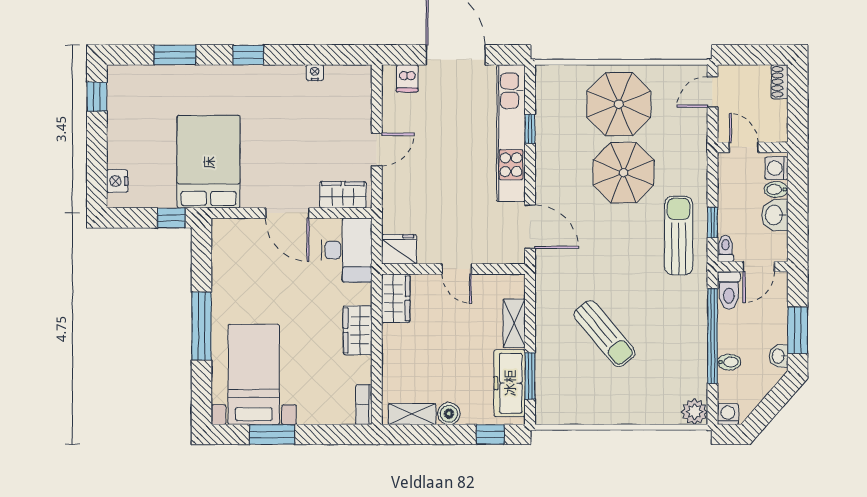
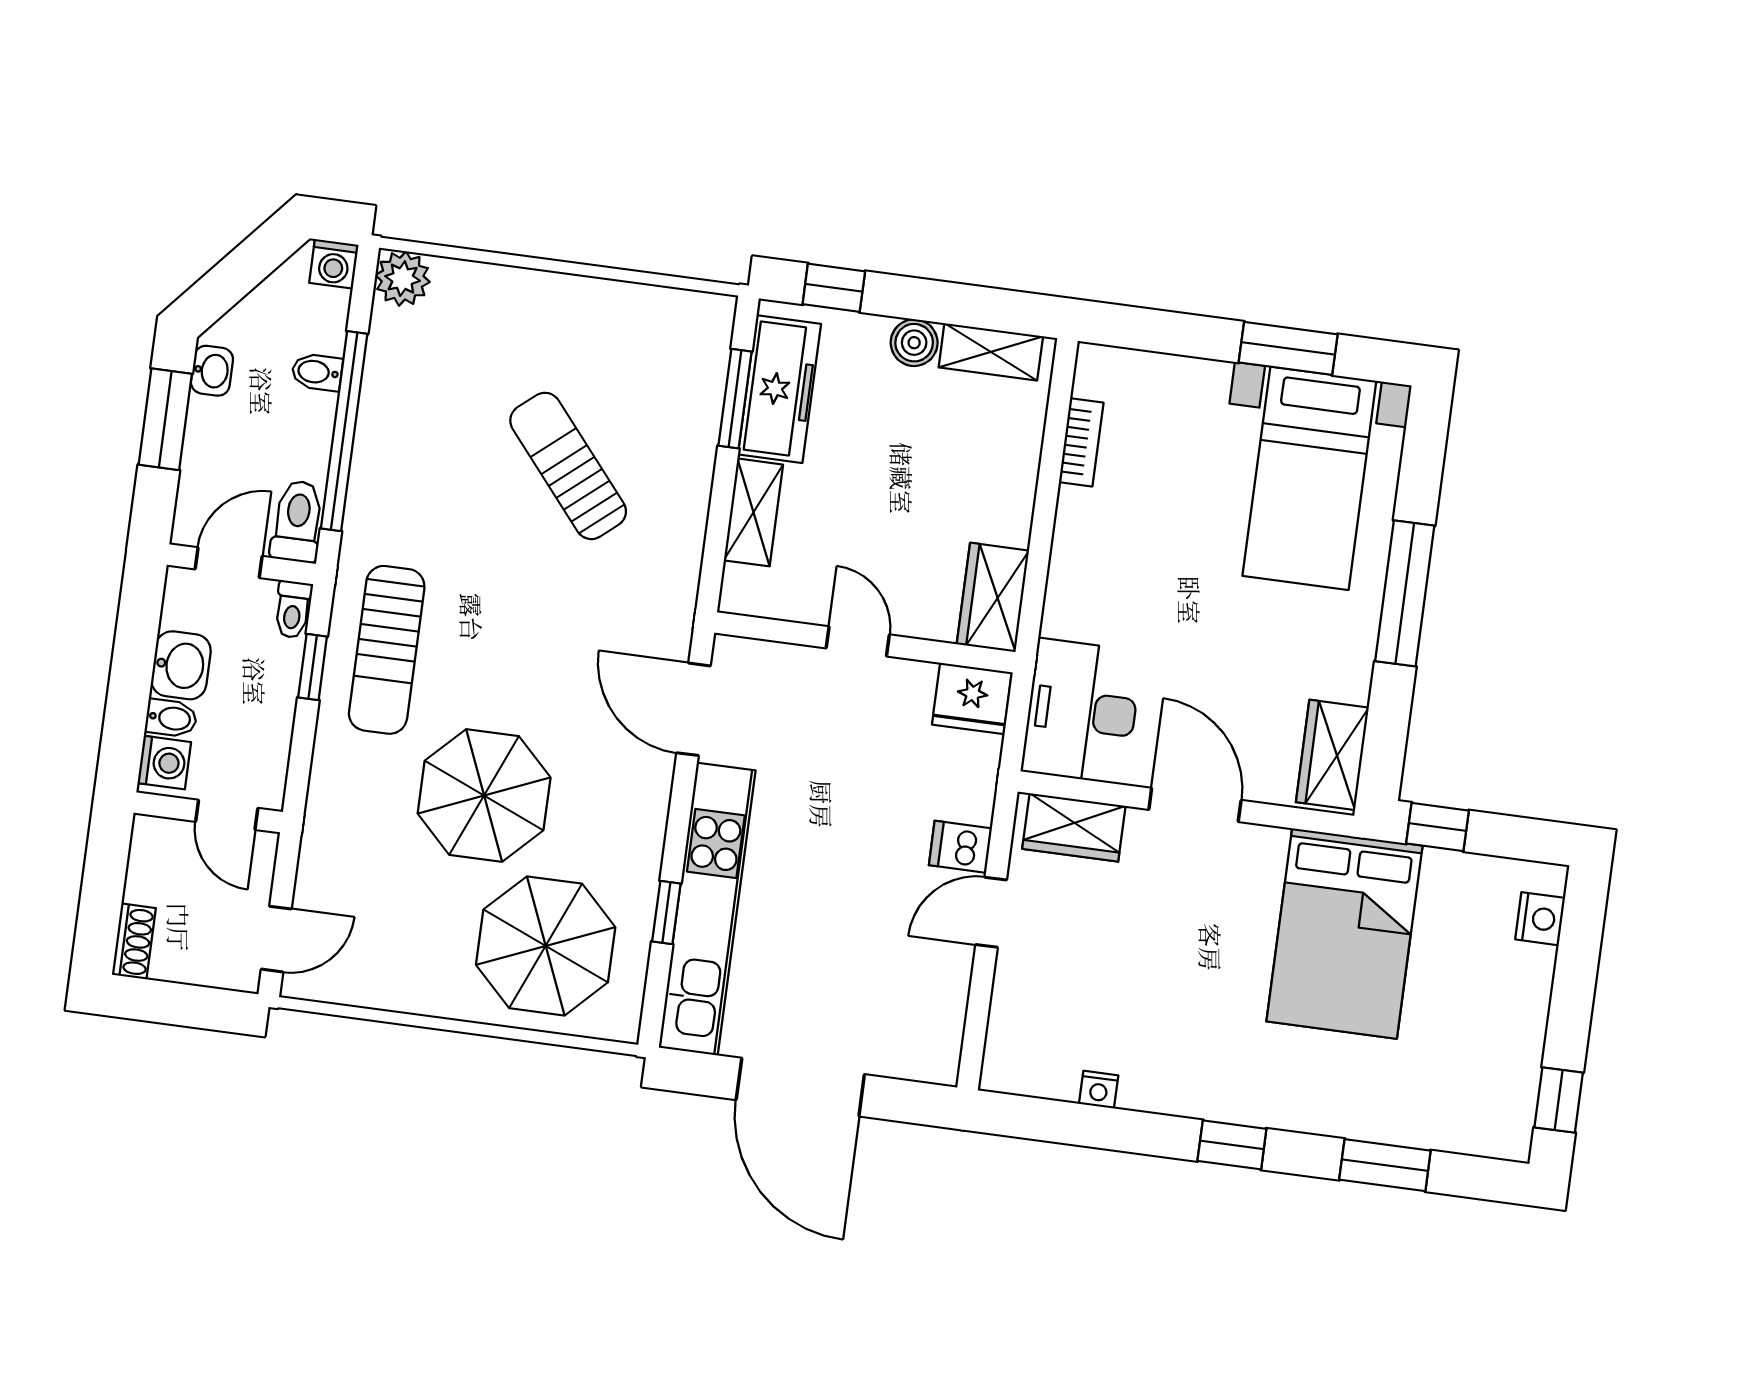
dishwasher: (407, 78) -> (960, 847), moved, turned -90
parasol: (619, 104) -> (546, 946), moved
wardrobe: (358, 330) -> (1332, 755), moved, turned 180
bookcase: (364, 405) -> (1081, 442), moved

